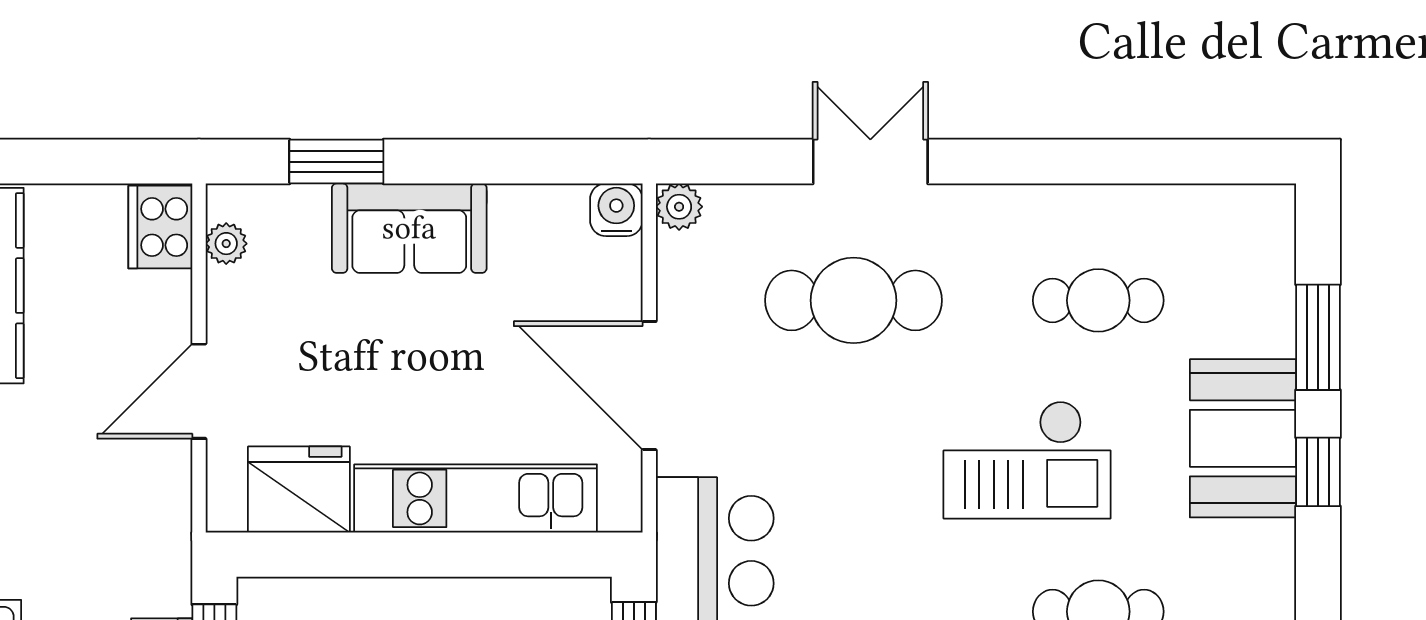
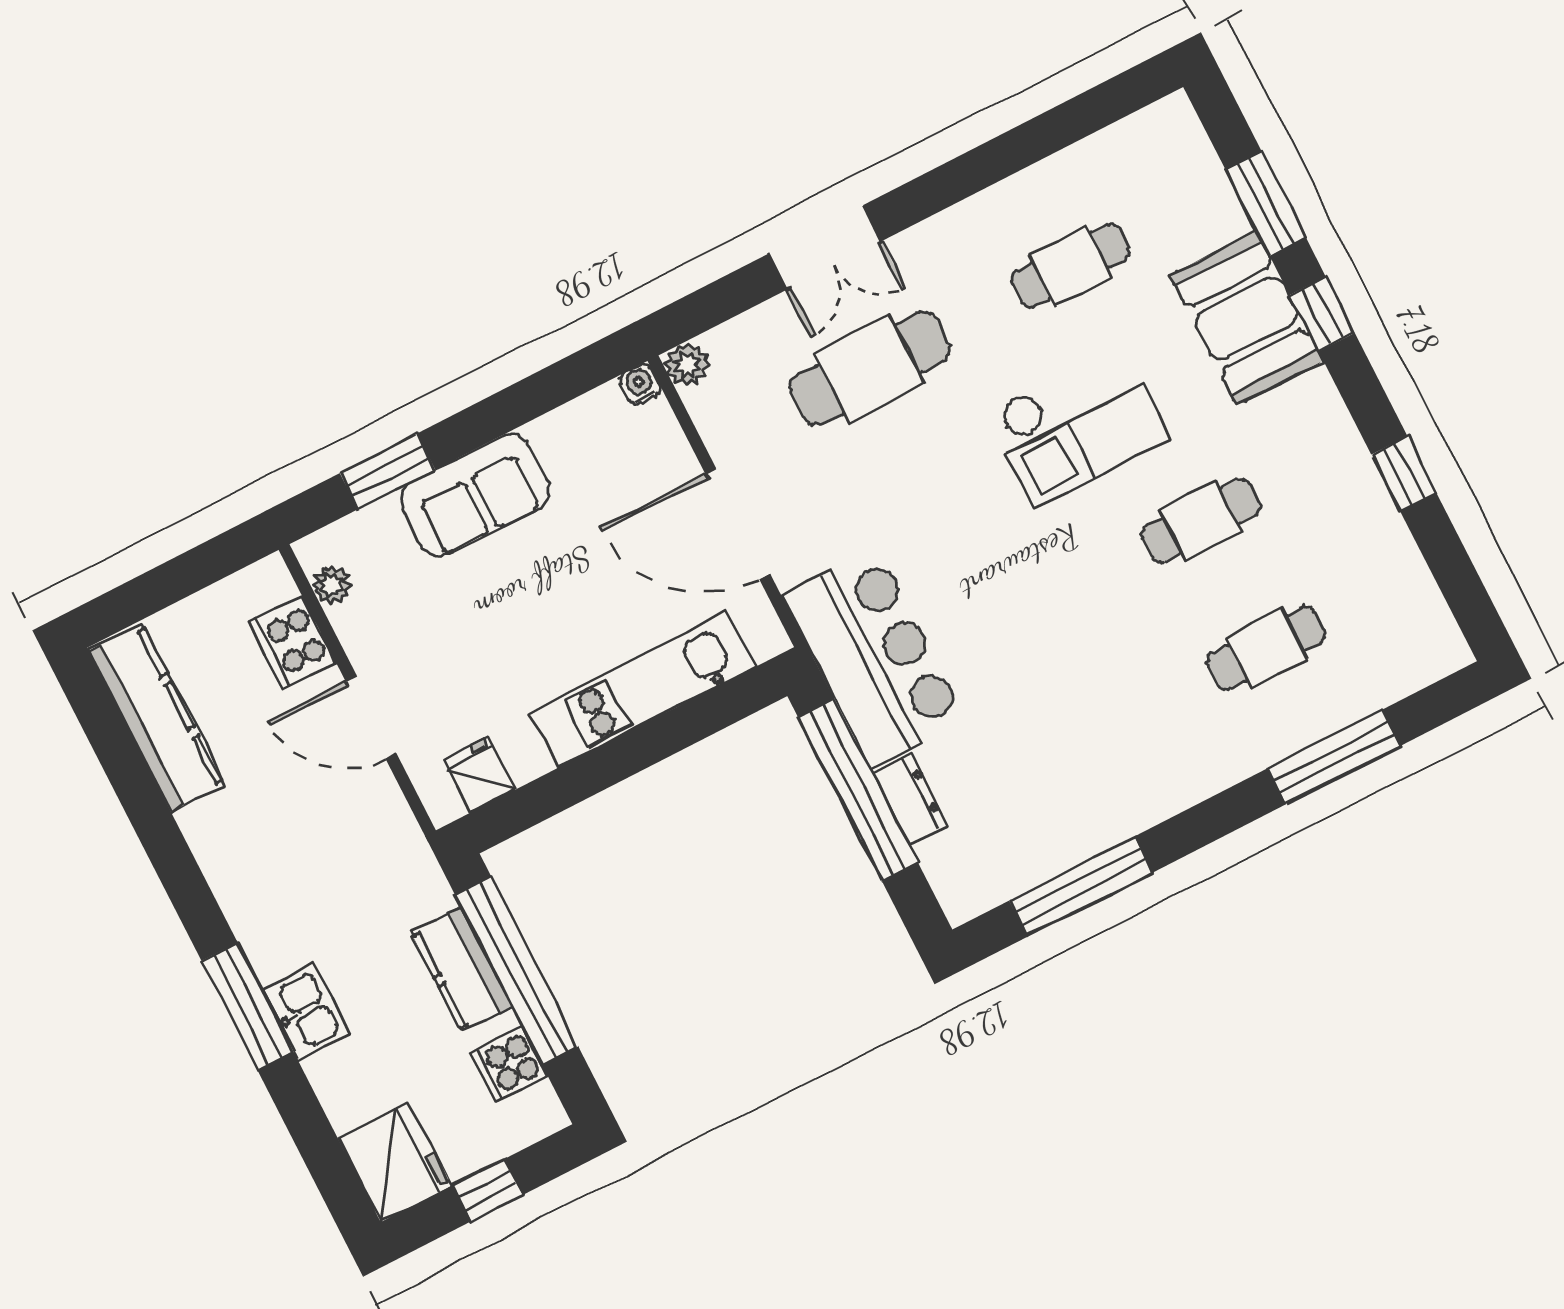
double door: (870, 162) -> (825, 247), swing flipped
water cooler: (616, 210) -> (640, 384), width x0.72, depth x0.72
cooker: (160, 227) -> (293, 642), moved
door: (199, 391) -> (371, 717), hinge flipped
fridge: (299, 490) -> (479, 775), width x0.53, depth x0.75

